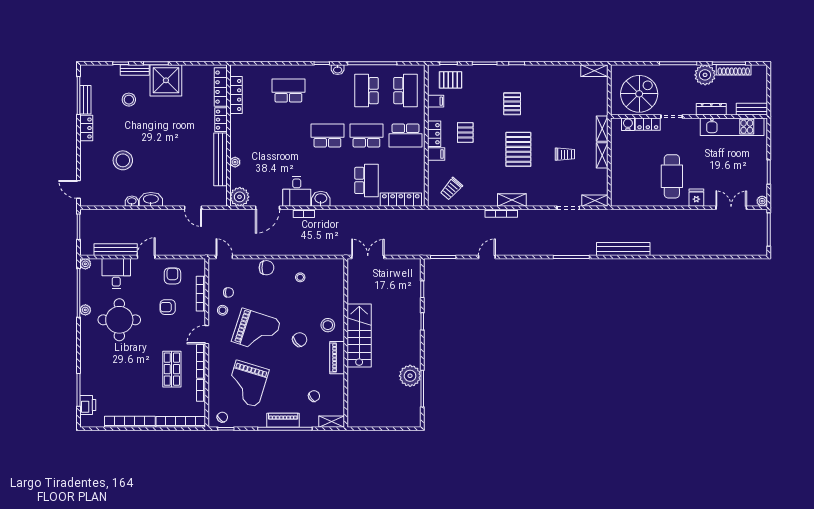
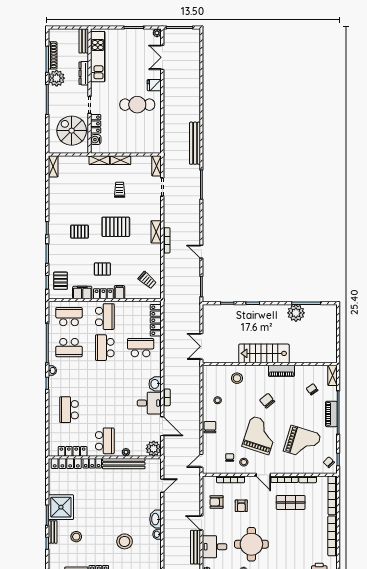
filing cabinet: (436, 101) -> (82, 293), width x2.00
school desk: (327, 136) -> (105, 441), moved, turned 180
stool: (328, 325) -> (237, 378), moved

